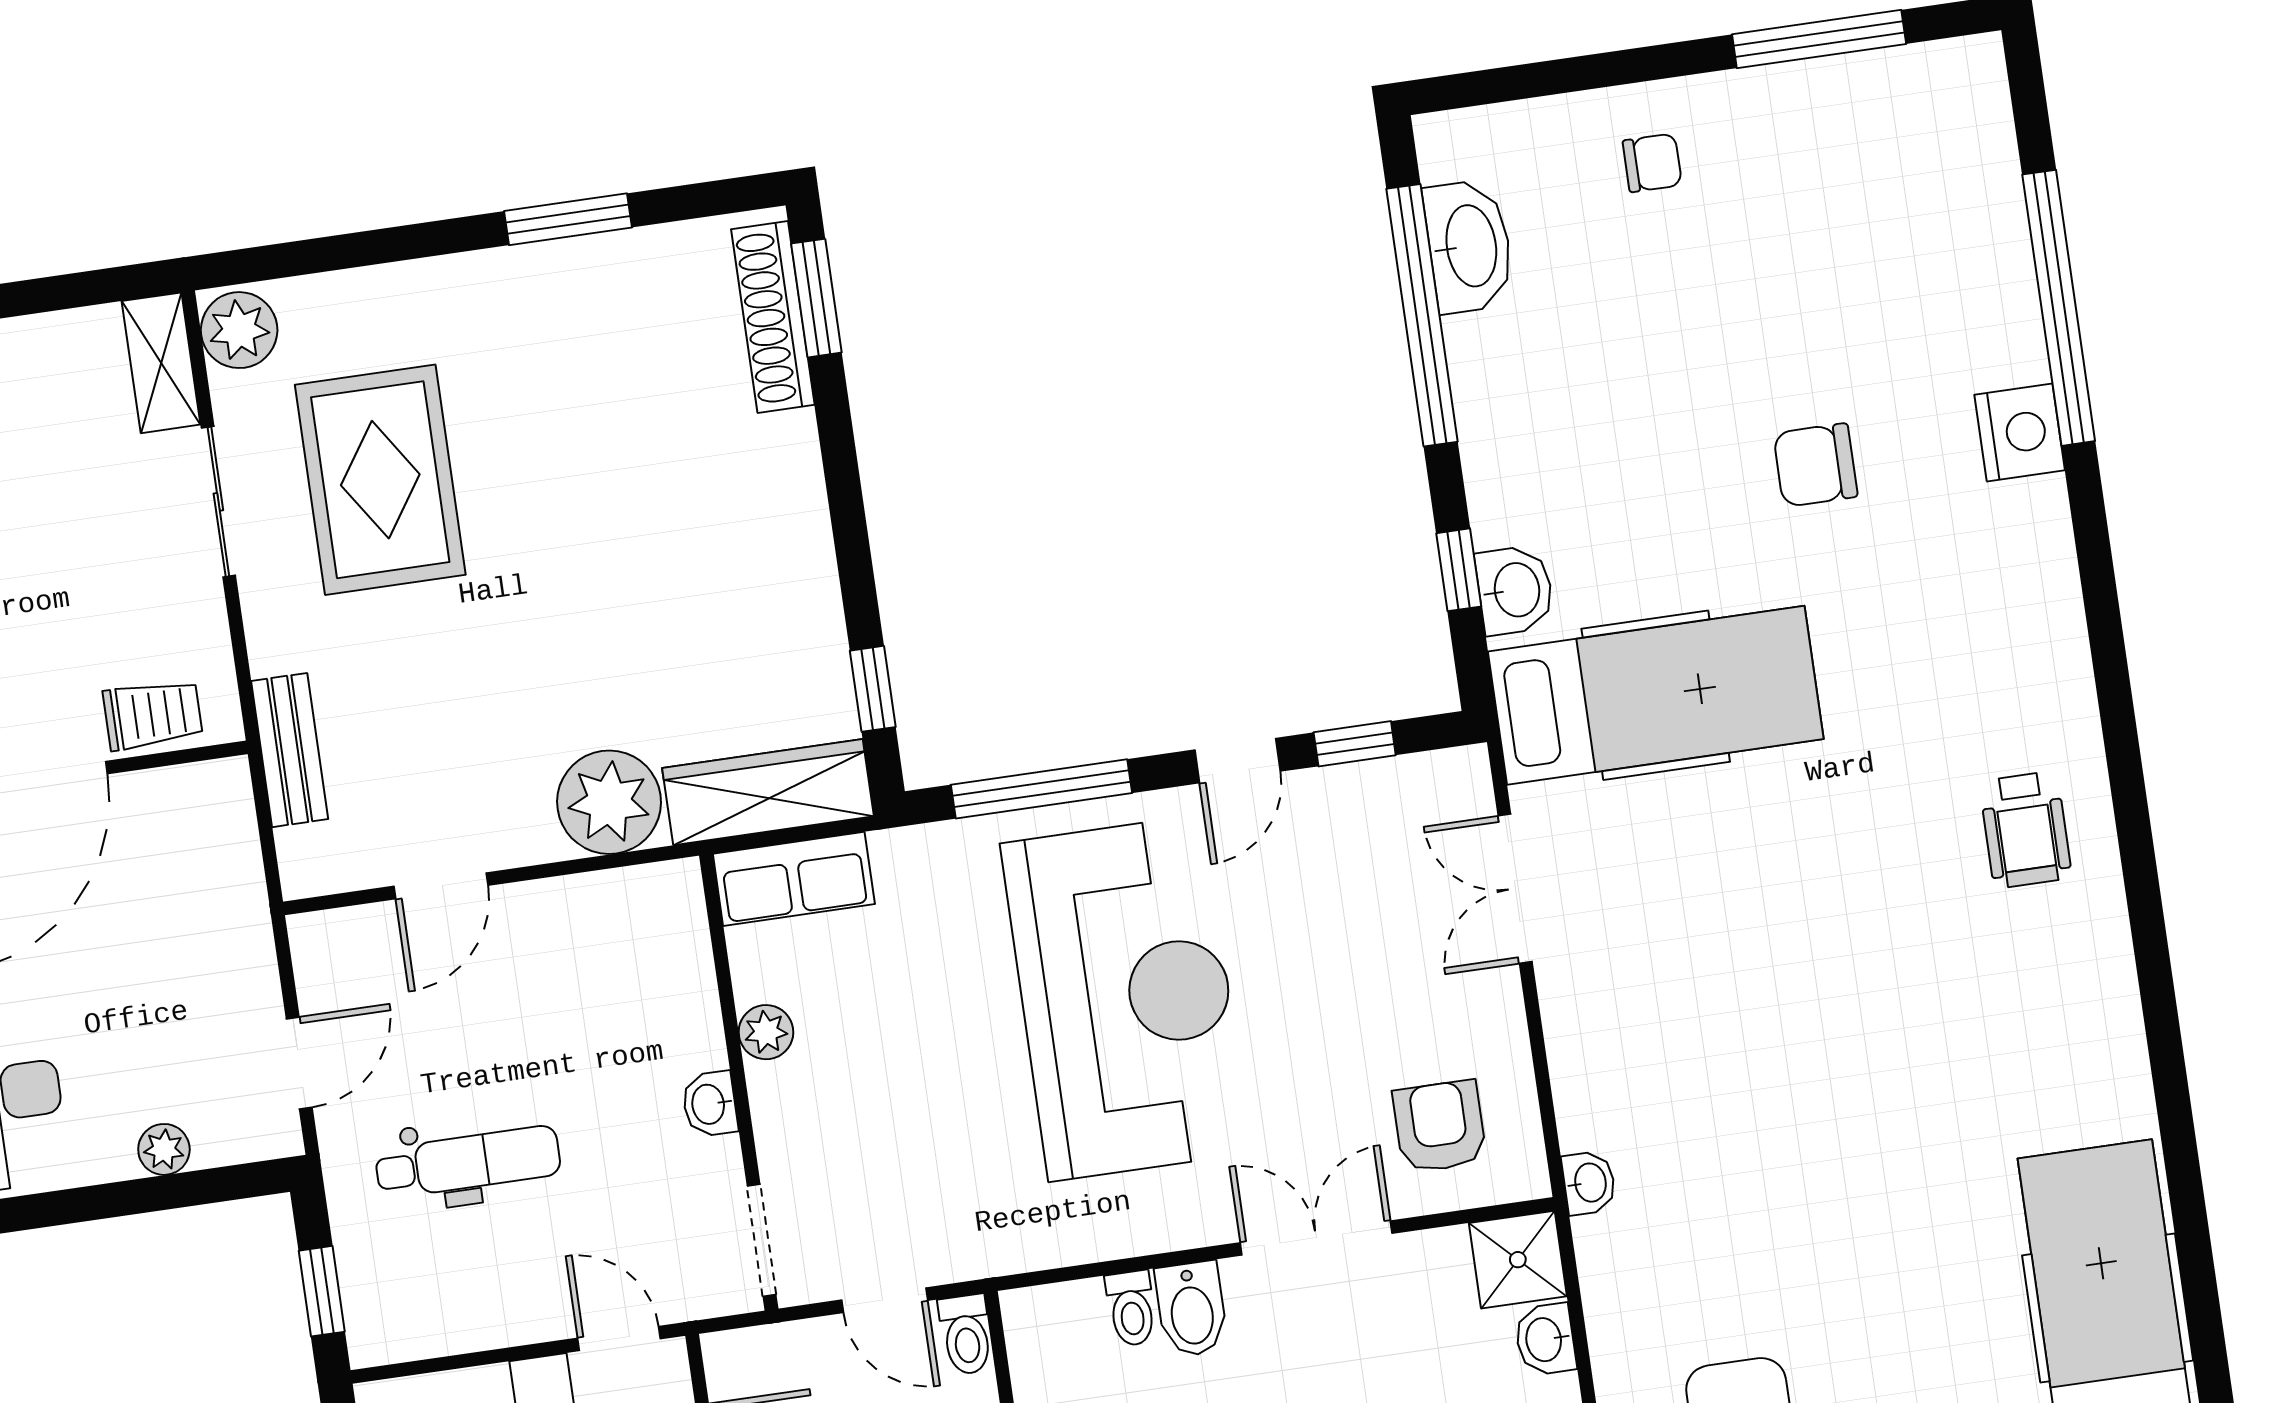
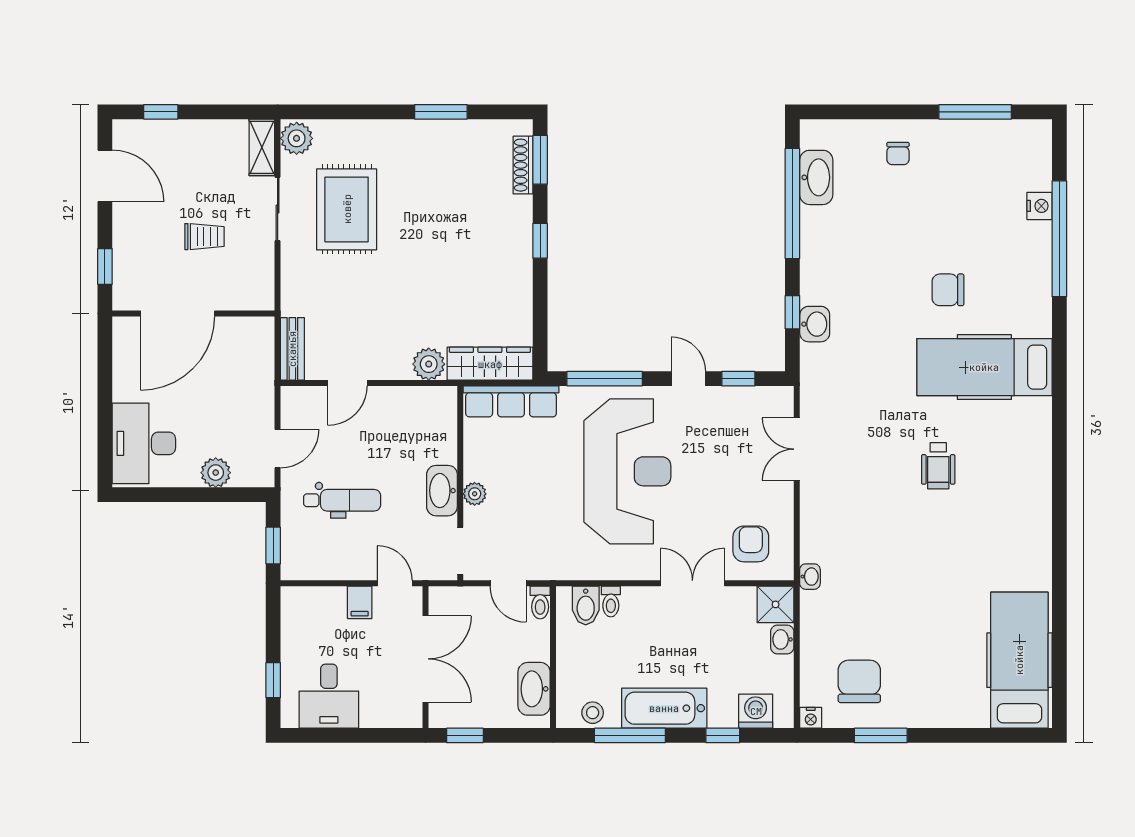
chair: (1652, 163) -> (898, 154), turned 90
shoe rack: (773, 317) -> (523, 165), width x0.74, depth x0.81
nightstand: (2020, 432) -> (1039, 206), moved, width x0.74, depth x0.75
window: (873, 689) -> (540, 241), moved
hospital bed: (1656, 695) -> (984, 367), moved, turned 180
trolley: (153, 715) -> (204, 237), moved
bench: (290, 750) -> (292, 349), moved
door: (1237, 761) -> (688, 379), swing flipped
plant: (609, 802) -> (429, 364), width x0.73, depth x0.73
wheelchair: (2025, 830) -> (938, 466), moved
row of seats: (794, 879) -> (511, 401), width x1.48
plant: (766, 1032) -> (475, 494), moved
washbasin: (710, 1104) -> (442, 491), width x1.91, depth x1.45
plant: (164, 1149) -> (216, 473), width x1.38, depth x1.38
bidet: (1191, 1309) -> (586, 605), moved

